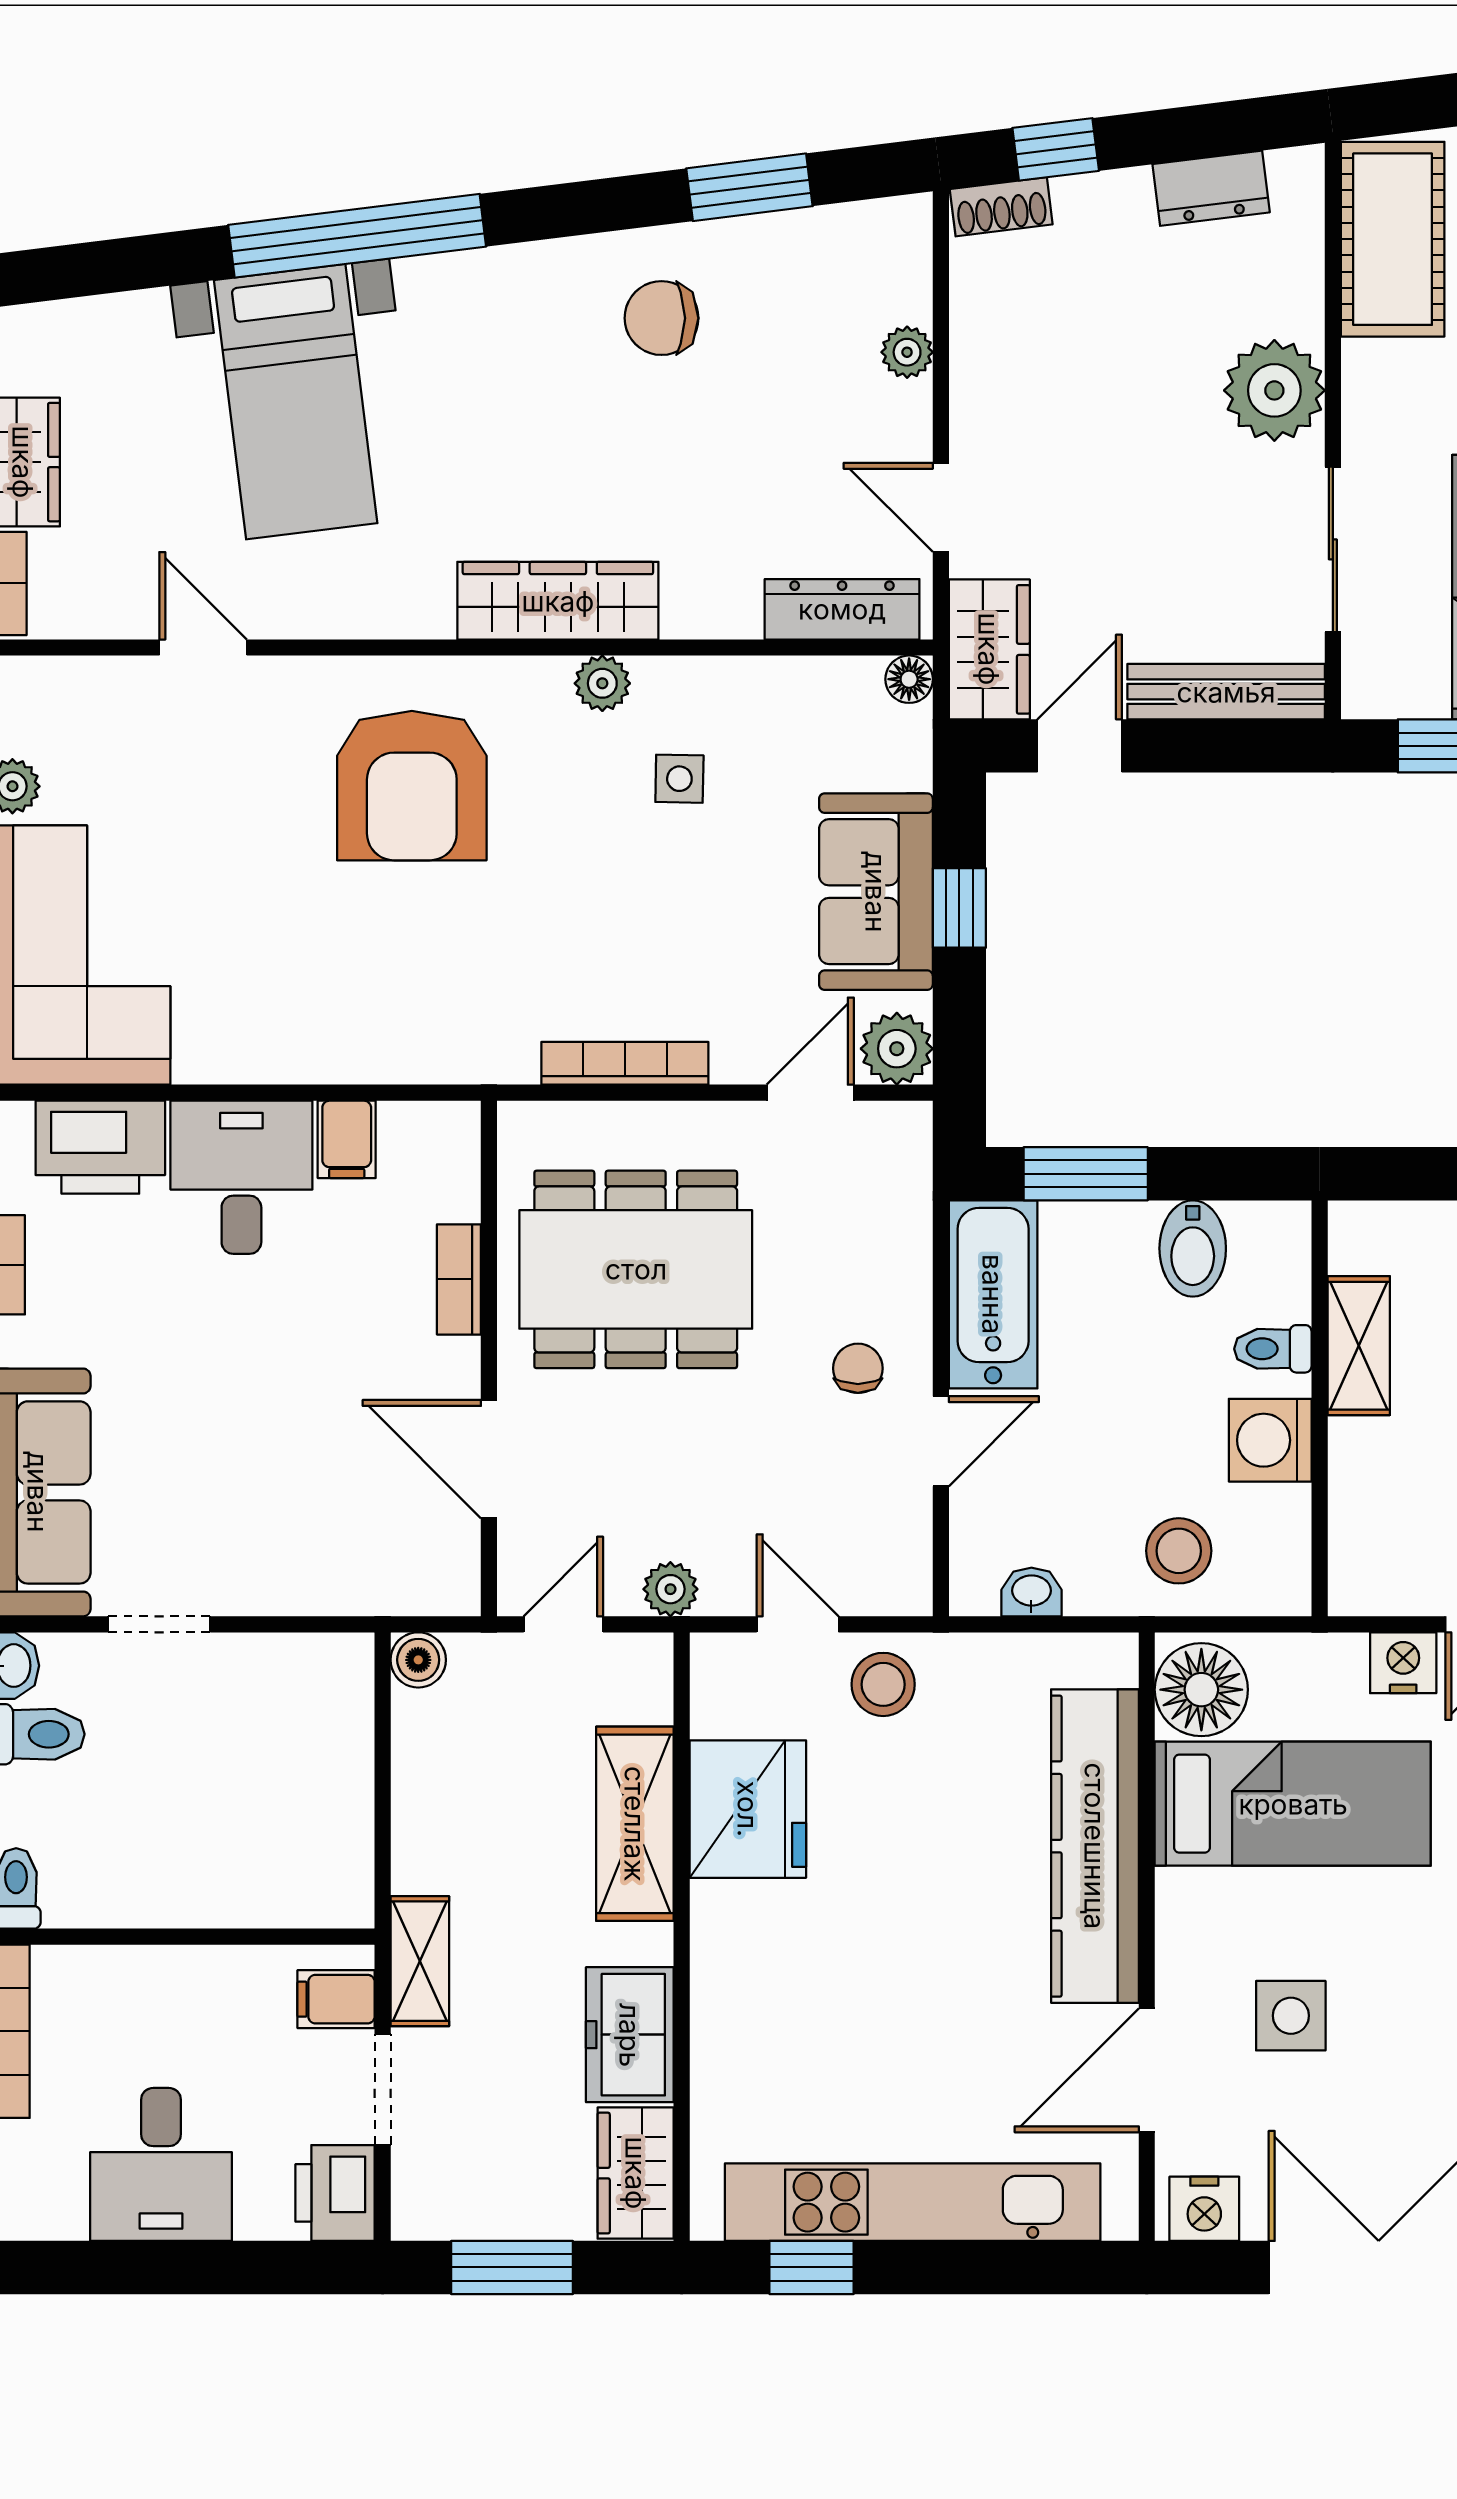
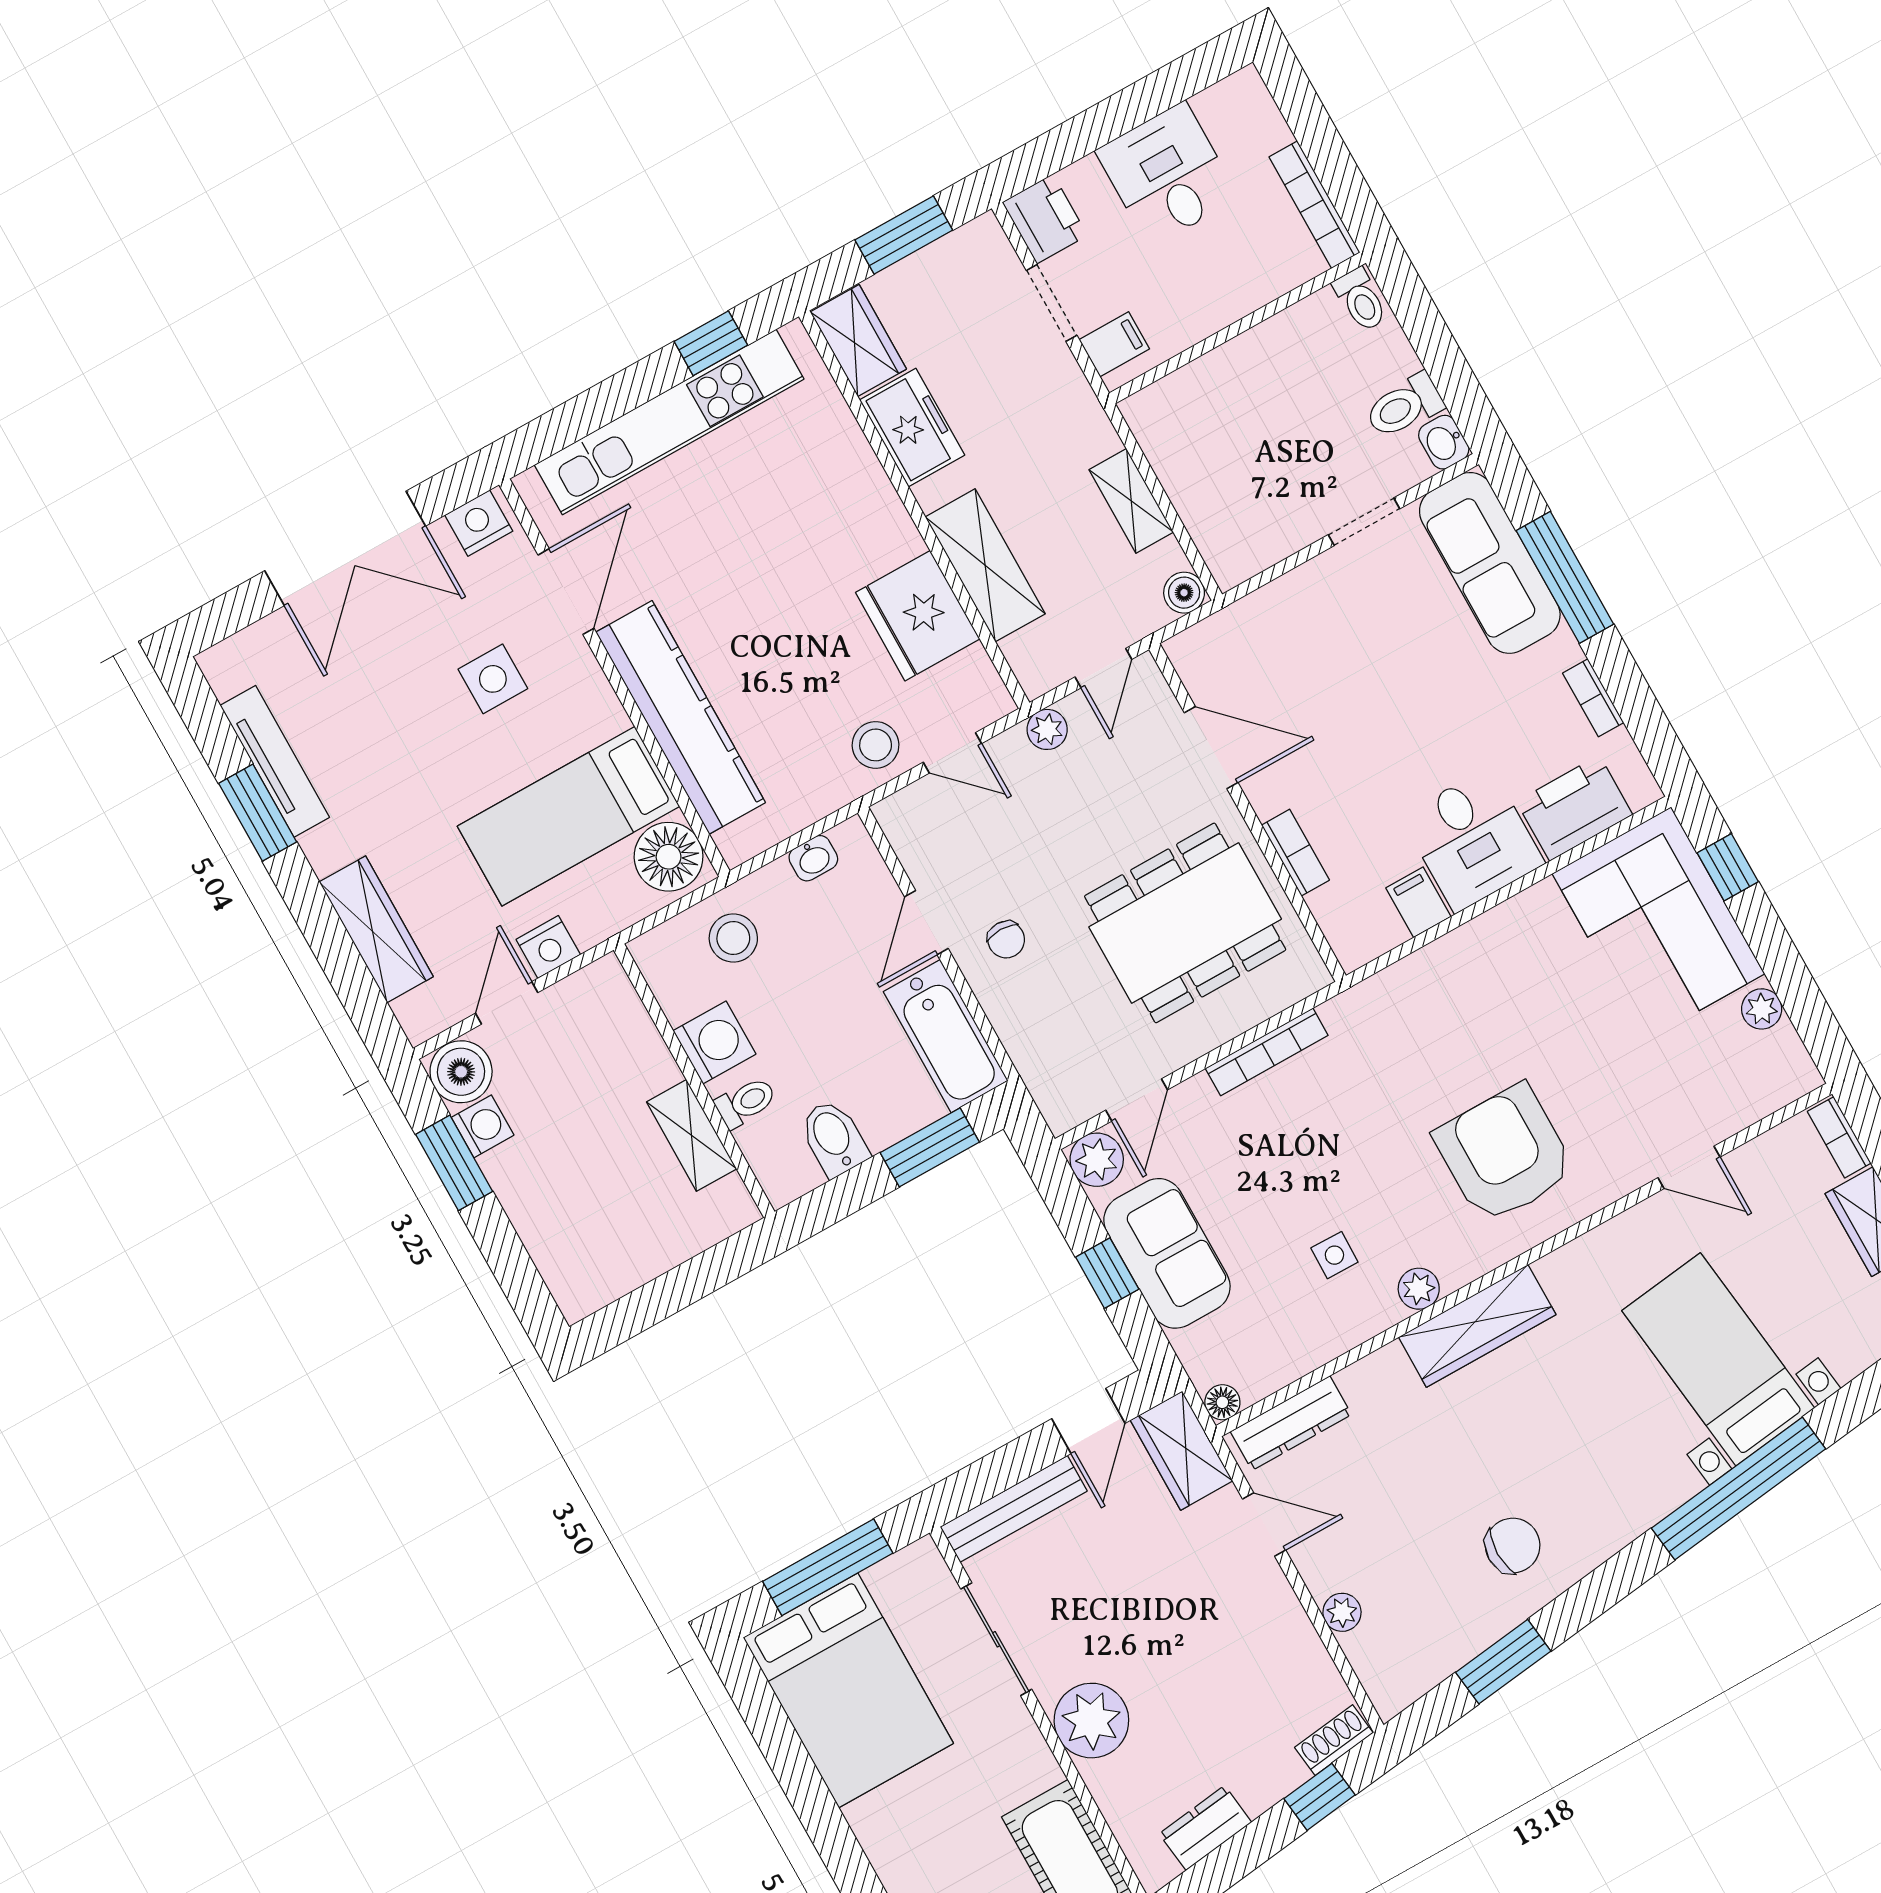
shelving: (420, 1961) -> (1131, 501), moved

